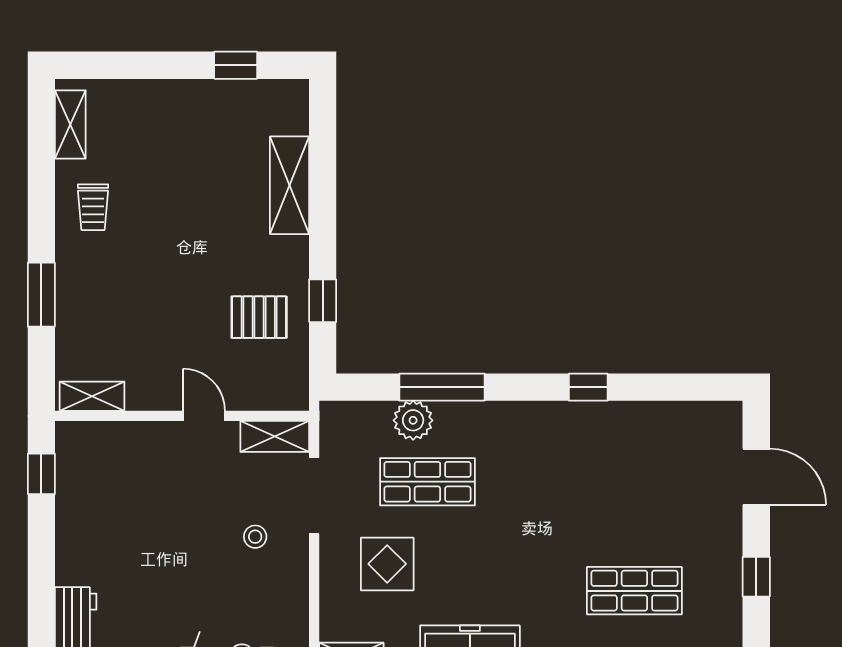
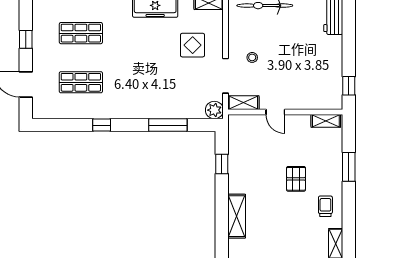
pallet: (259, 317) -> (296, 179), moved, turned 90
plant: (413, 420) -> (214, 110), moved
shop shelf: (427, 482) -> (81, 82), moved

